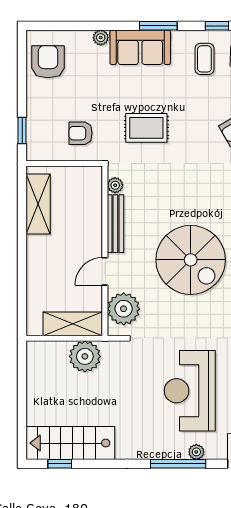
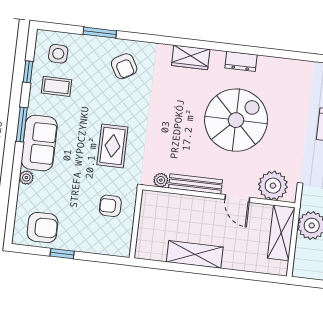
armchair: (48, 62) -> (43, 228), turned 180
window: (22, 131) -> (62, 254), moved
armchair: (81, 133) -> (110, 206), turned 90
shelving: (38, 204) -> (195, 254), moved

